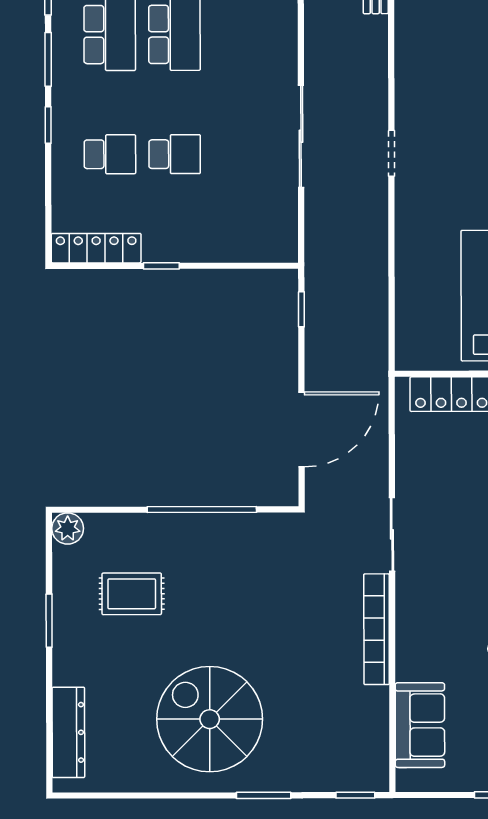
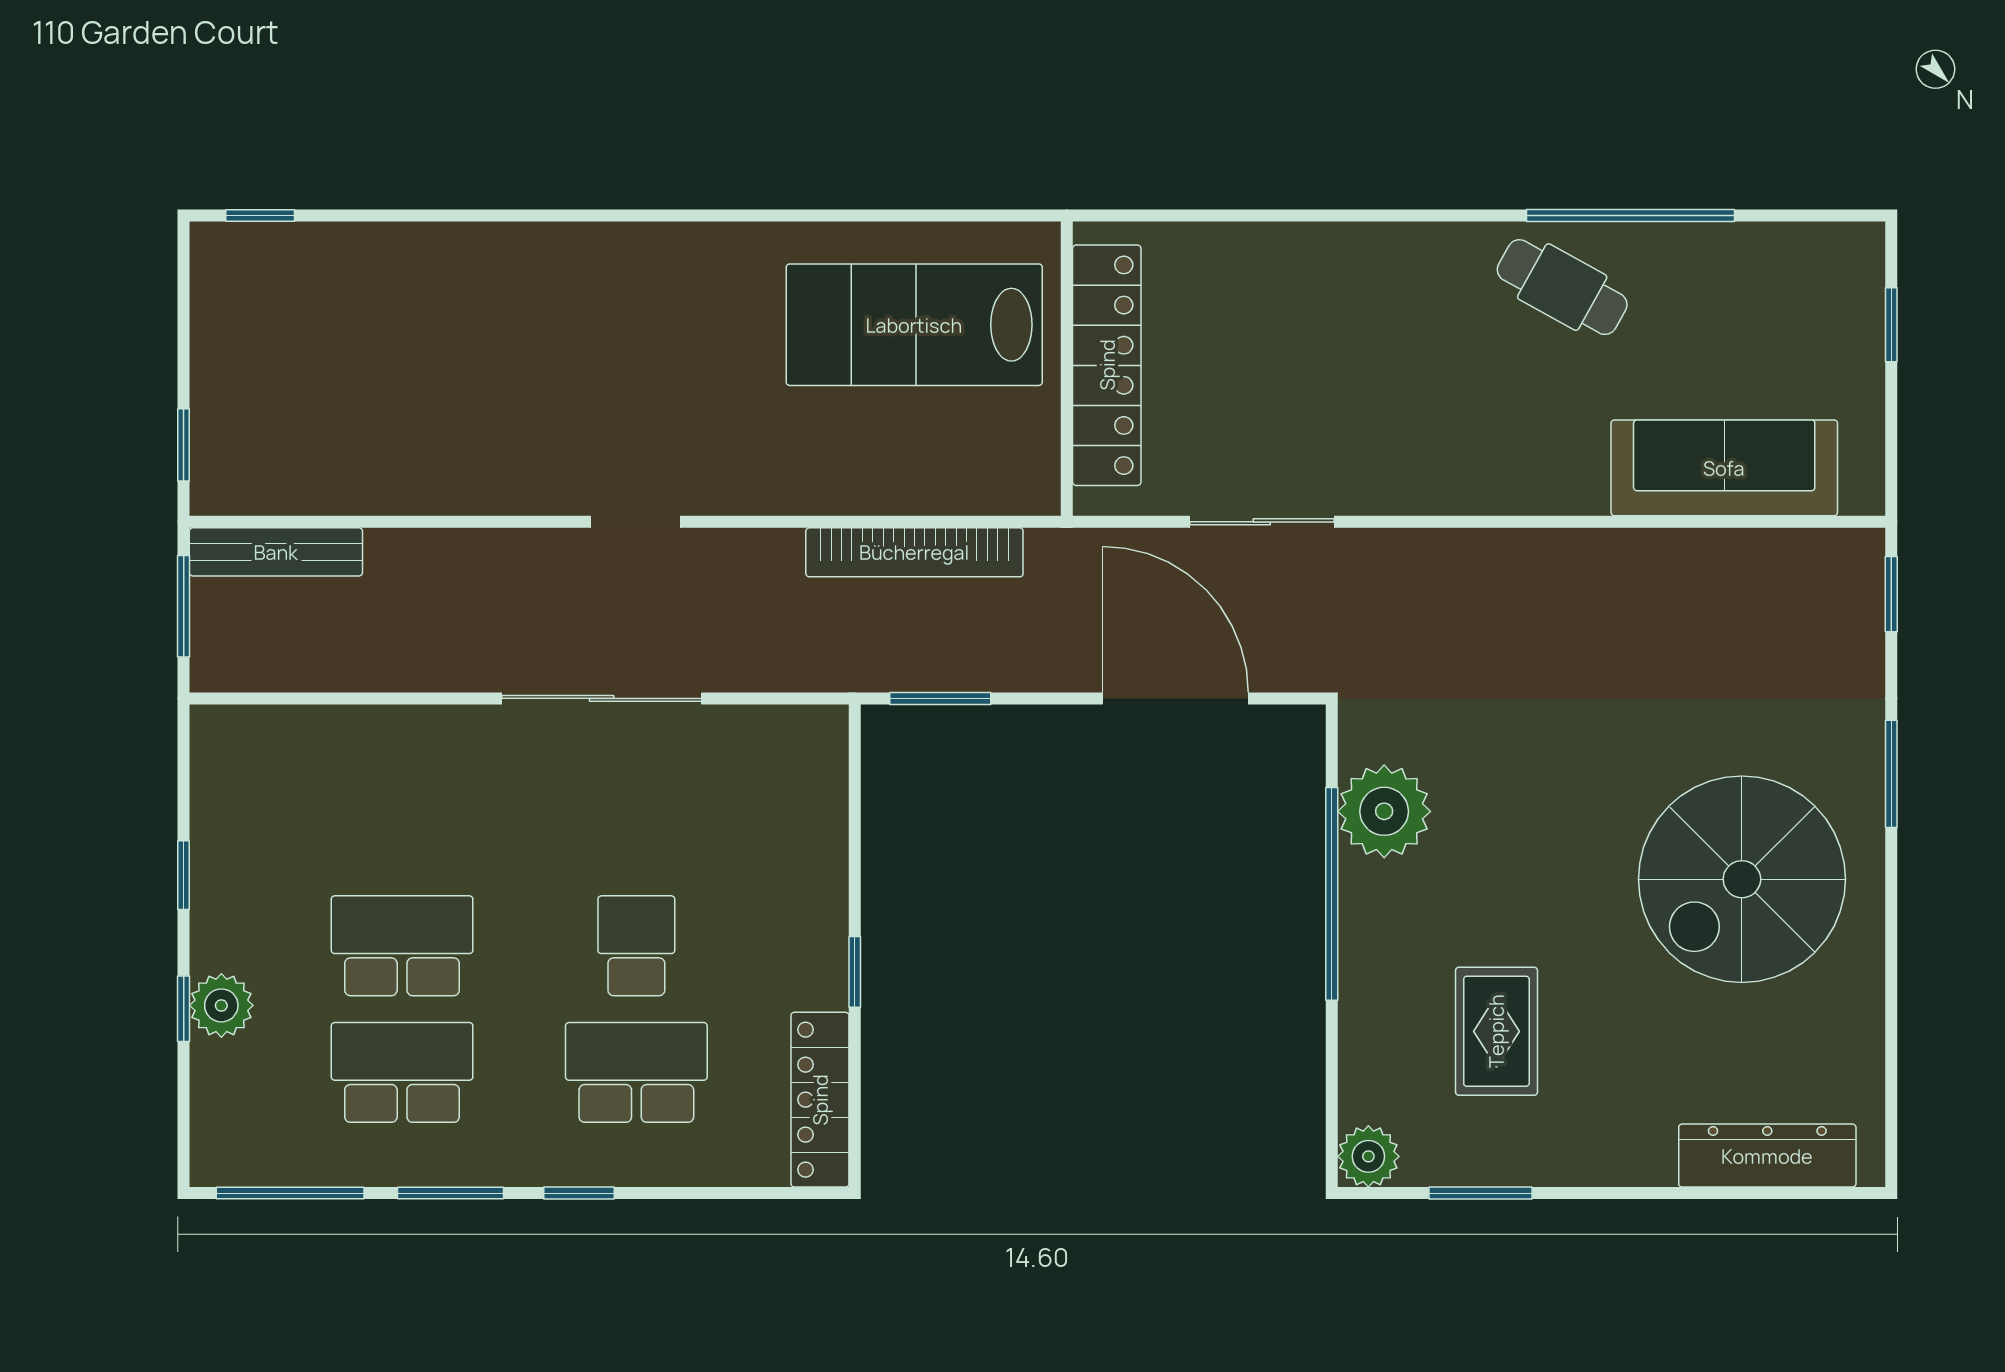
school desk: (110, 154) -> (636, 1072), width x1.85
window: (301, 309) -> (940, 698), width x1.50
sliding door: (392, 534) -> (1262, 522), moved
plant: (244, 536) -> (1384, 811), added
window: (49, 621) -> (1481, 1193), moved
bookcase: (377, 629) -> (914, 552), moved
sofa: (420, 725) -> (1724, 468), width x1.36

